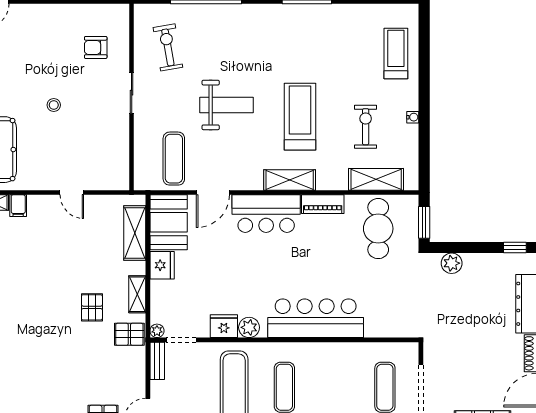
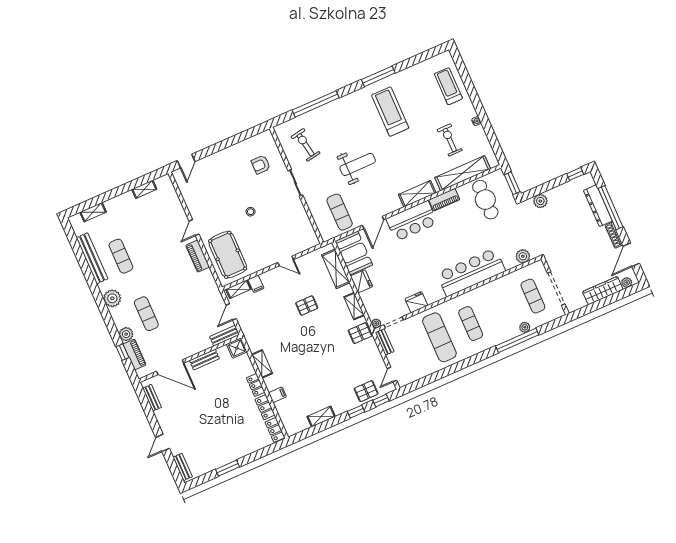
treadmill: (300, 117) -> (390, 112), moved
shelving: (376, 179) -> (463, 173), width x1.47
pallet: (92, 307) -> (307, 306), moved, turned 90
plant: (249, 327) -> (523, 256), moved

